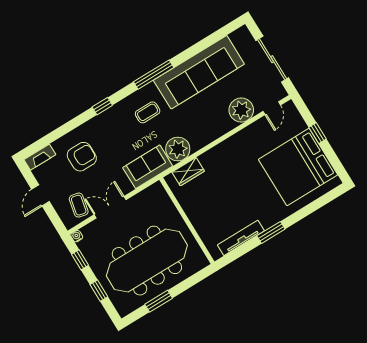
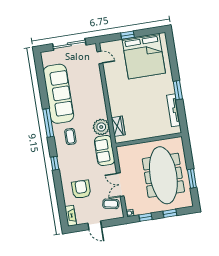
plant: (241, 110) -> (93, 77), removed

